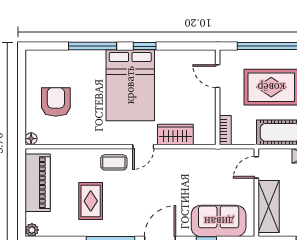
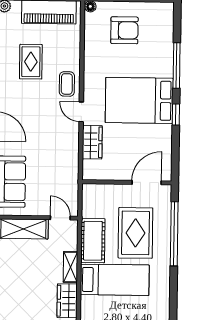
door: (218, 76) -> (147, 183), width x1.38
bookcase: (225, 130) -> (96, 189), removed
rug: (91, 201) -> (31, 62), turned 90

